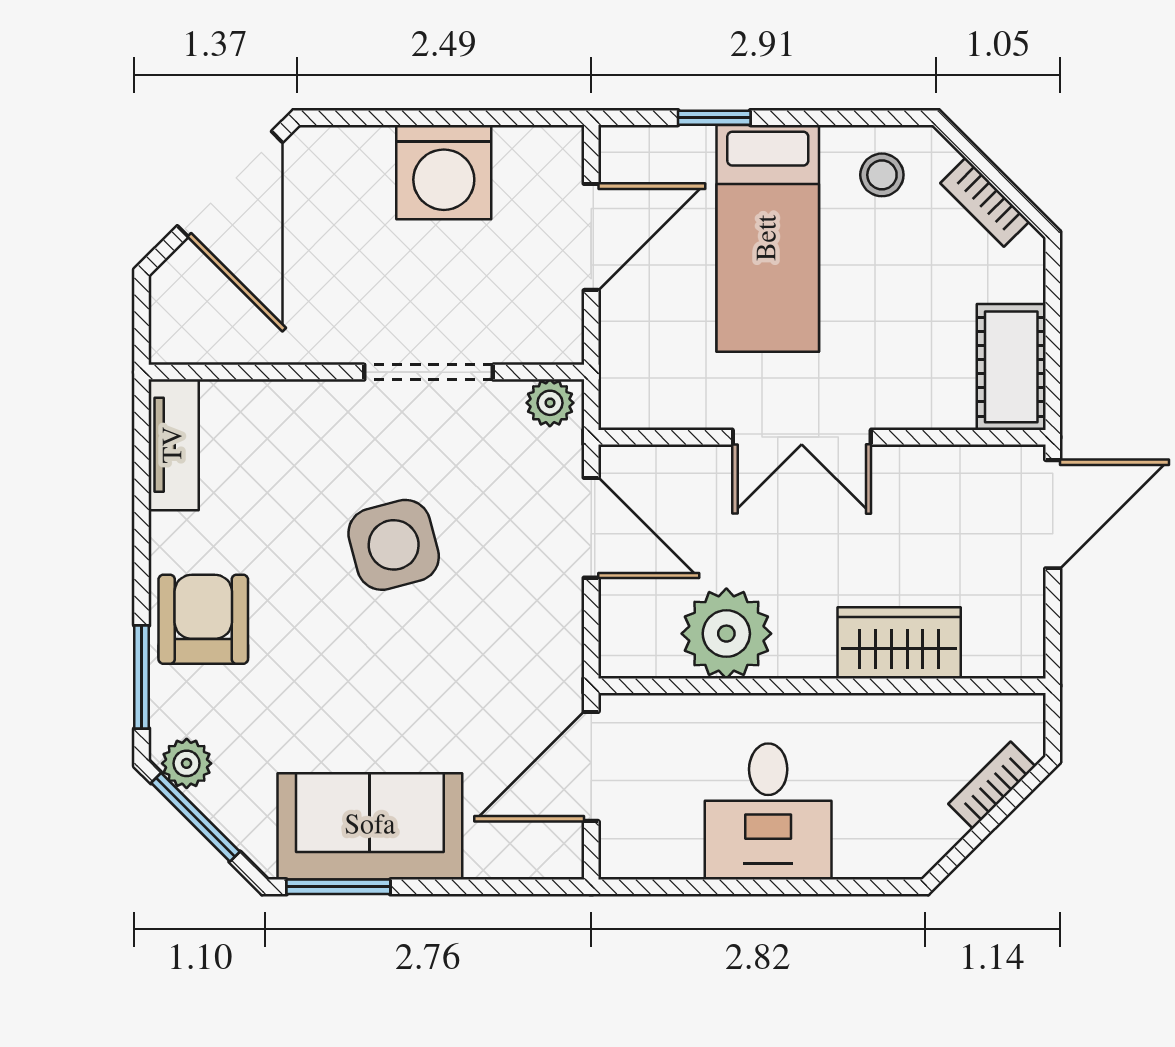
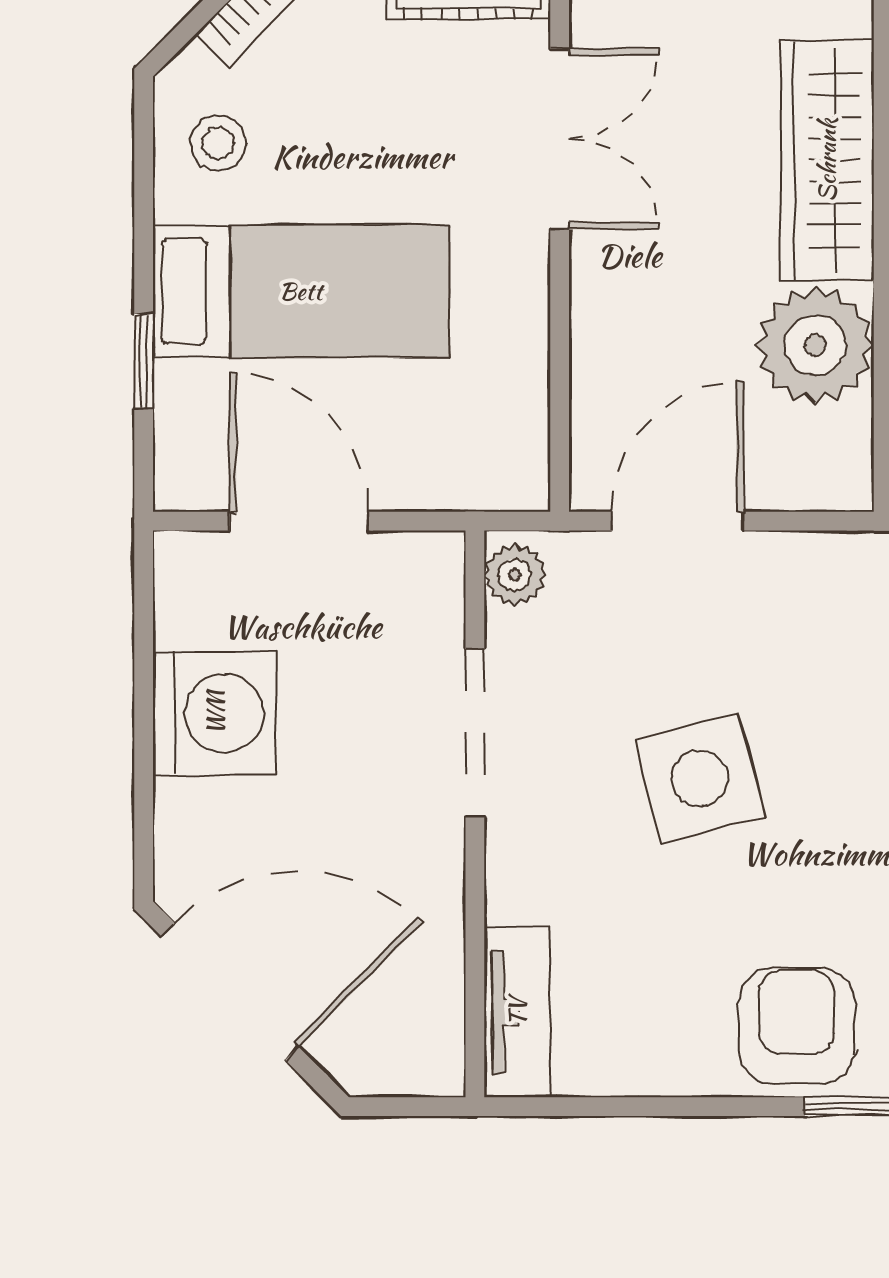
double door: (802, 437) -> (560, 139), moved
tv unit: (174, 445) -> (517, 1012), moved, turned 90
armchair: (203, 619) -> (797, 1026), turned 90
wardrobe: (899, 643) -> (827, 160), width x1.50

